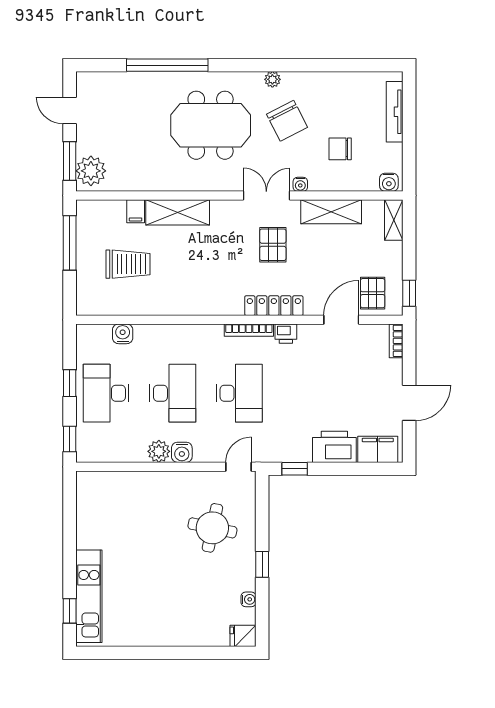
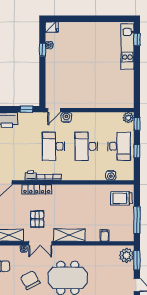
shelving: (178, 212) -> (69, 235), moved
trolley: (128, 264) -> (121, 198), moved
plant: (159, 451) -> (128, 118), moved
water cooler: (182, 452) -> (66, 117), moved
round table: (212, 528) -> (67, 80), removed
window: (262, 564) -> (42, 50), moved

